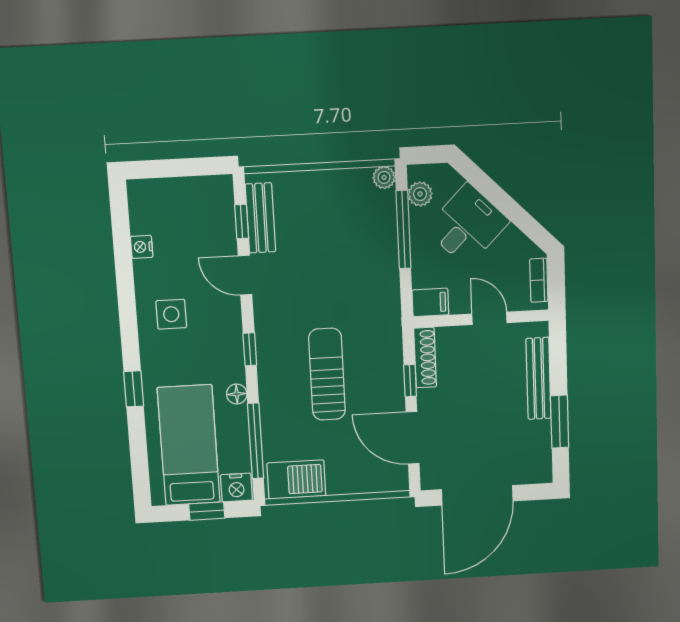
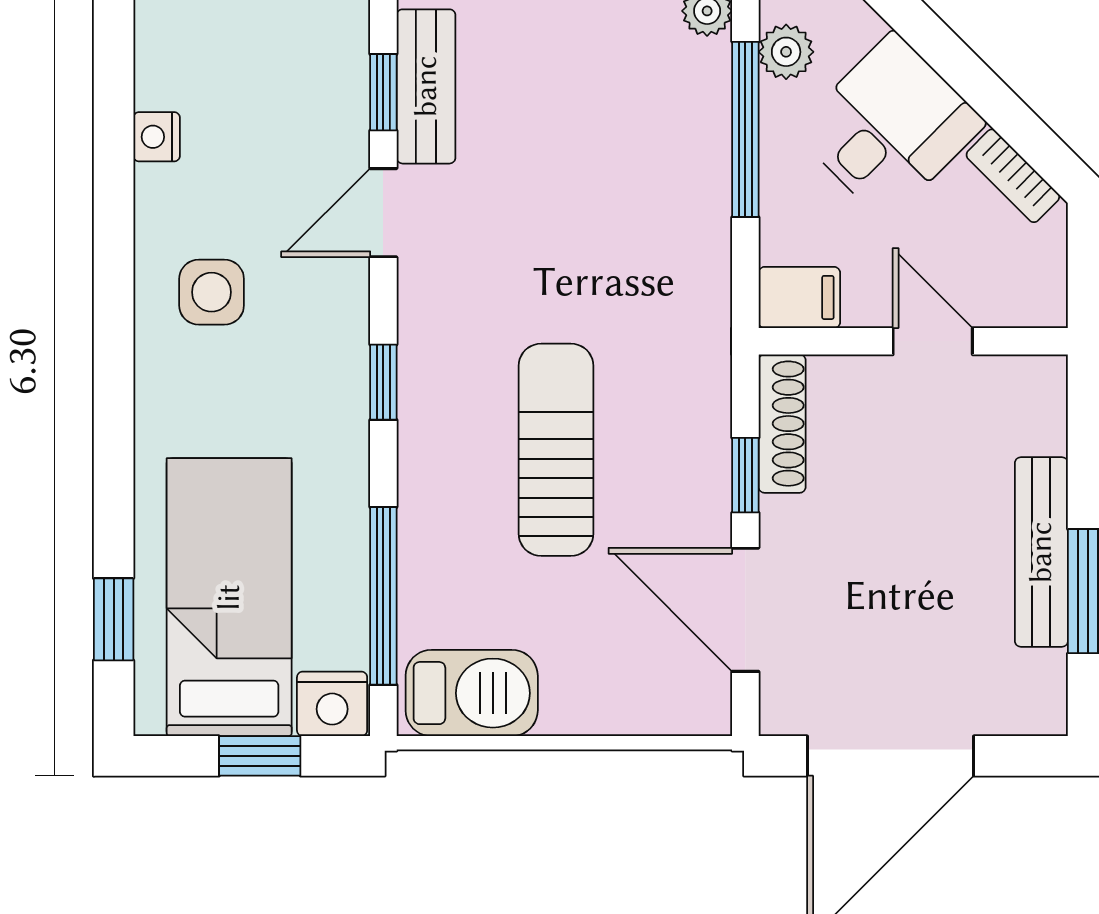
door: (245, 275) -> (383, 213), hinge flipped
bookcase: (539, 280) -> (1013, 176), moved, turned -45
bench: (539, 378) -> (1041, 552), moved
window: (134, 389) -> (114, 619), moved
floor lamp: (237, 394) -> (347, 484), removed

